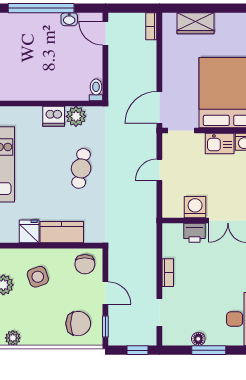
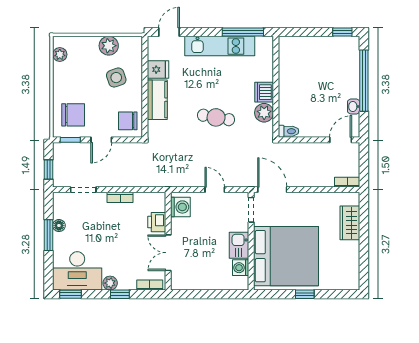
washing machine: (195, 207) -> (180, 207), moved
chair: (78, 324) -> (73, 115), turned -90

